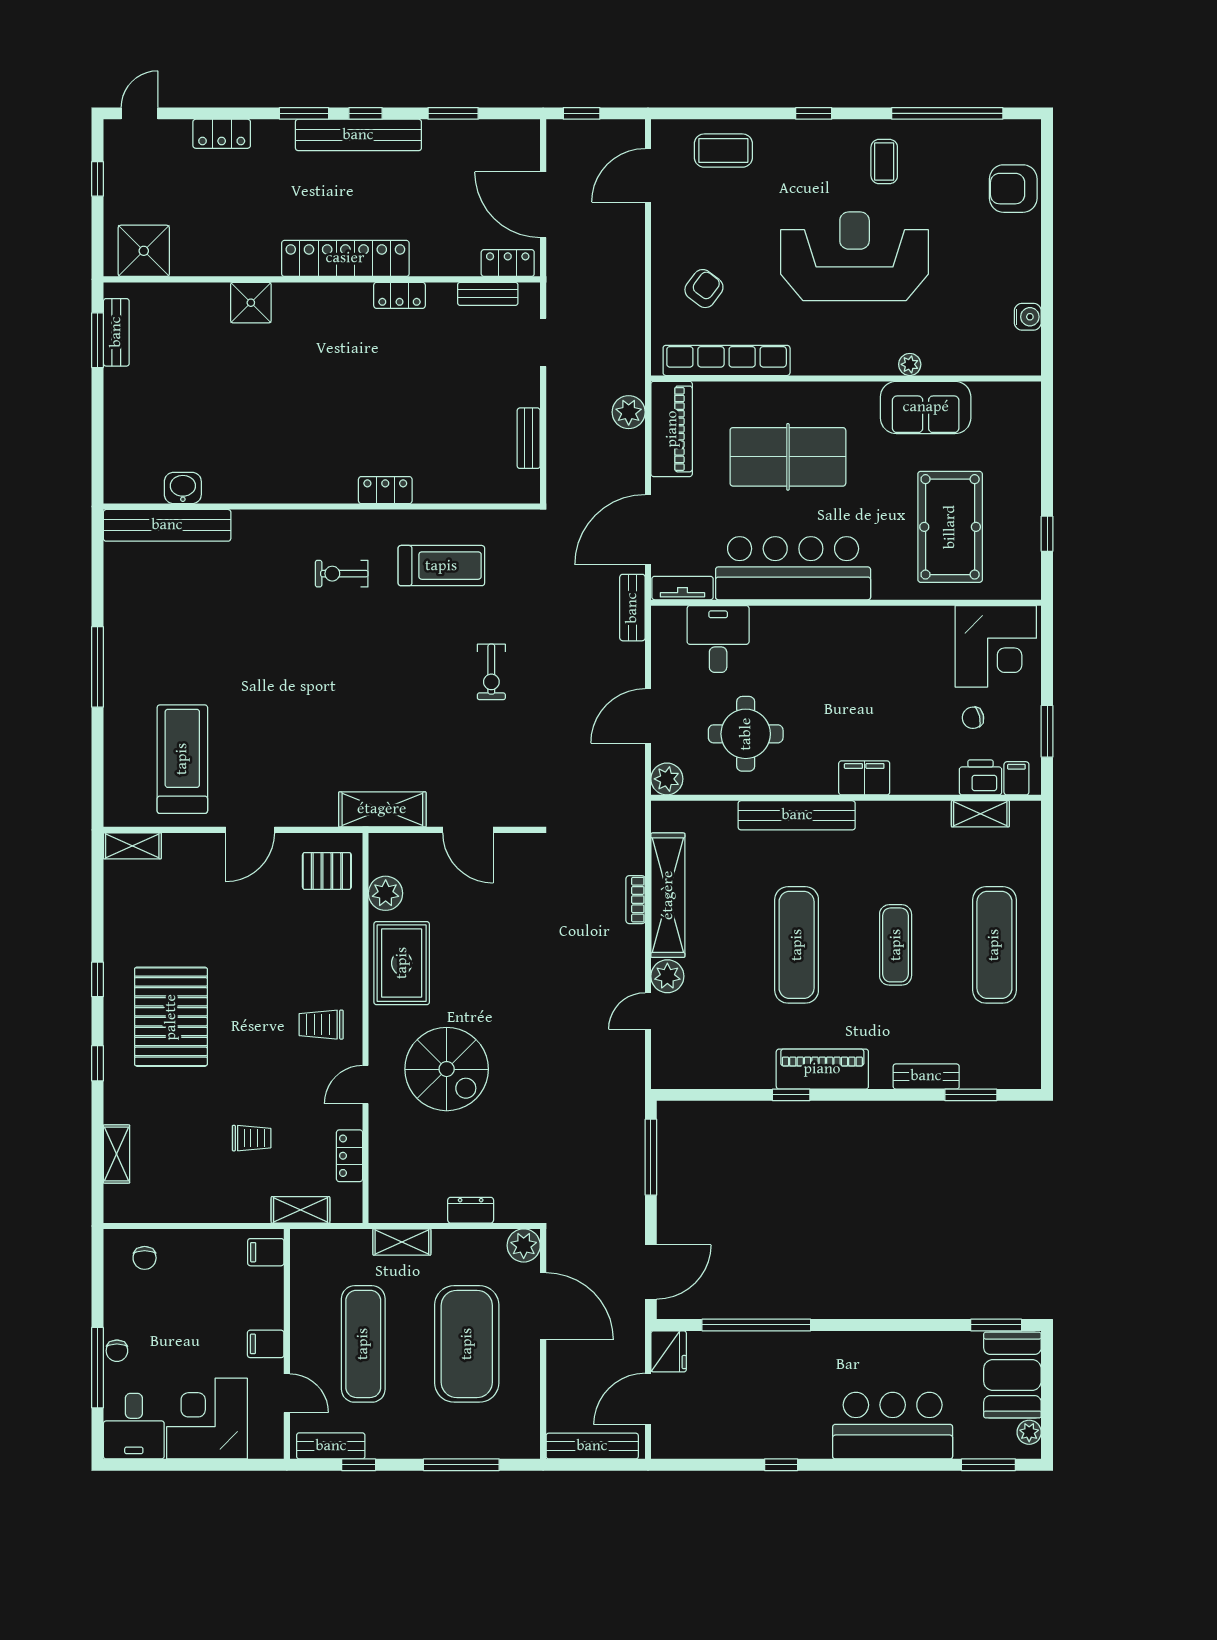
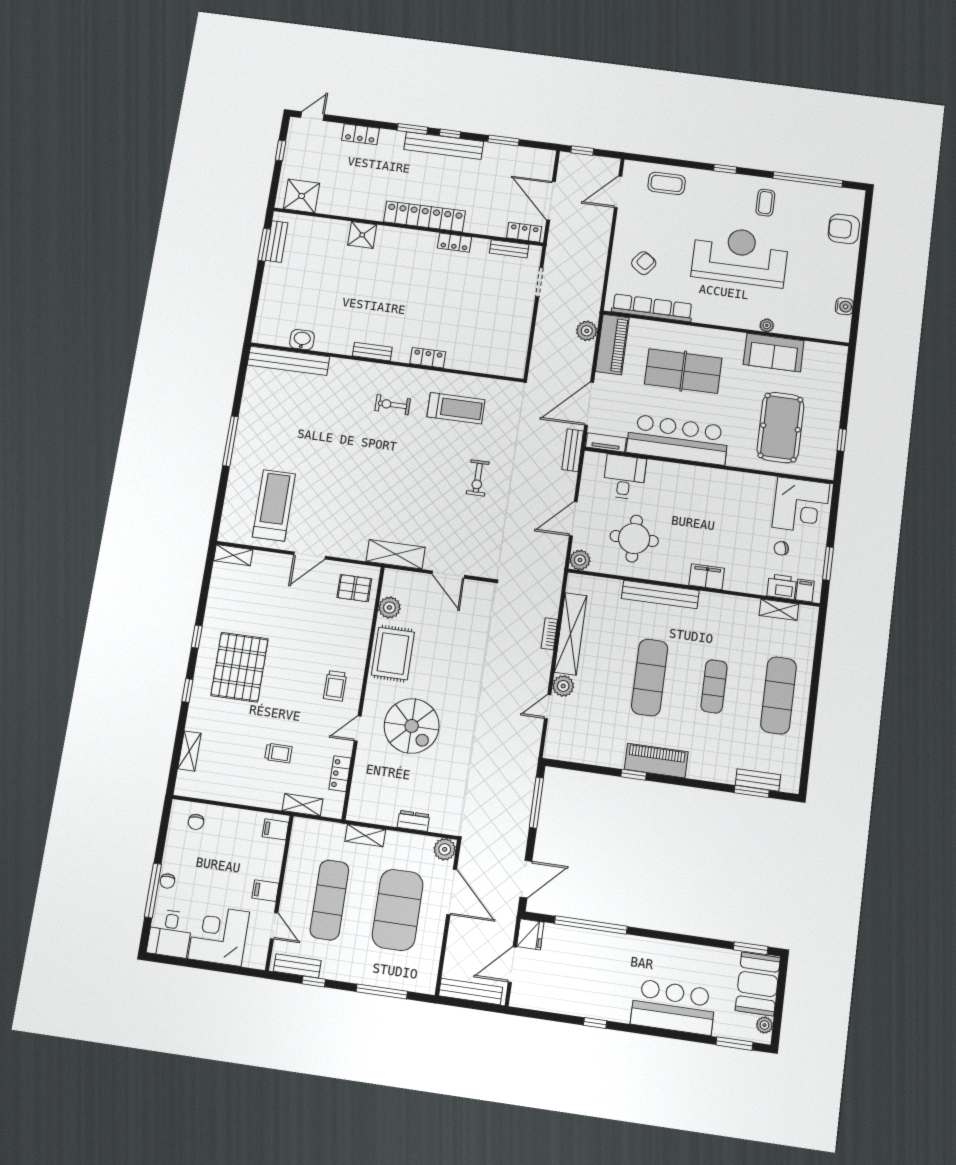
bench: (529, 438) -> (372, 352), moved, turned 90
trolley: (321, 1025) -> (335, 686), turned -90
bench: (926, 1076) -> (758, 780), moved

